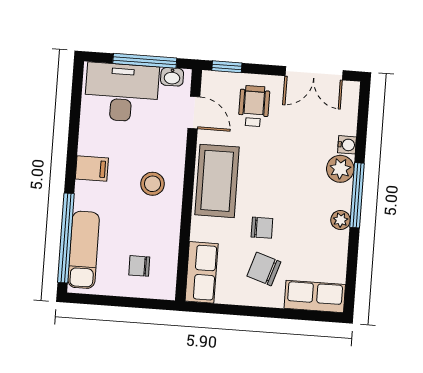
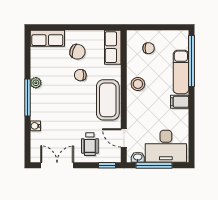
plant: (340, 169) -> (38, 112), removed
stool: (153, 184) -> (138, 84), moved
exam couch: (84, 250) -> (181, 72), moved

